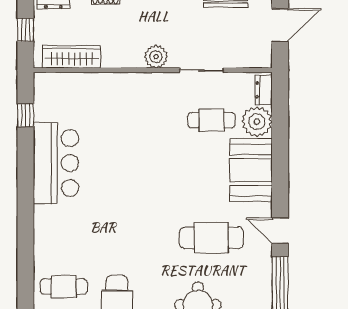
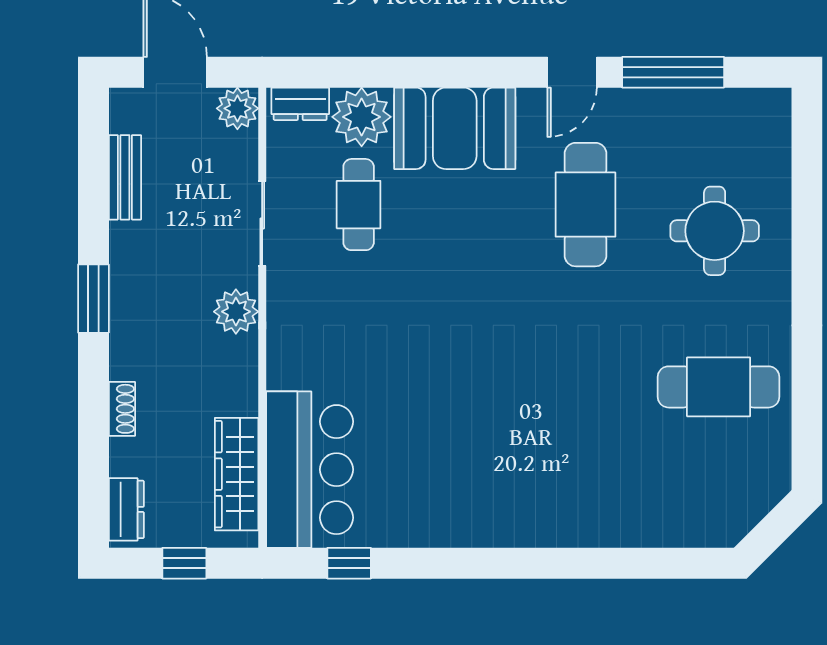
plant: (261, 57) -> (237, 108), added
bar counter: (56, 163) -> (310, 470), moved, turned 90
cafe table: (64, 287) -> (679, 489), removed

